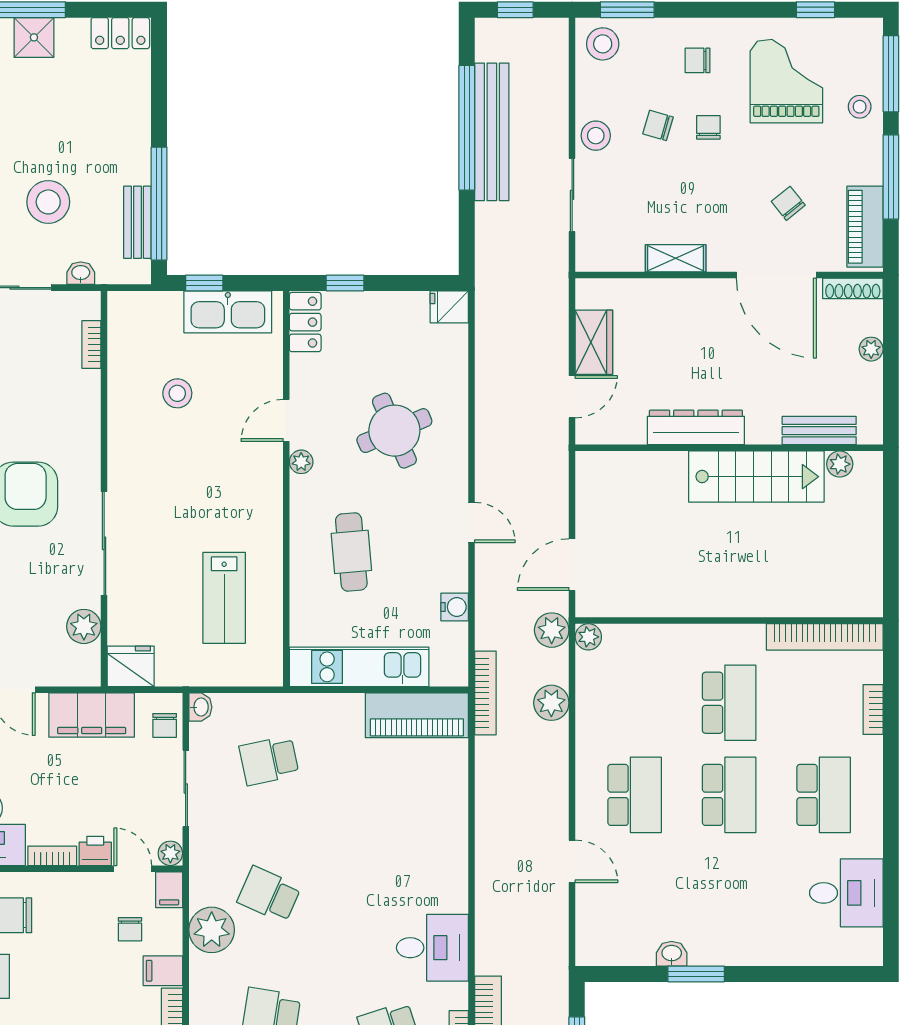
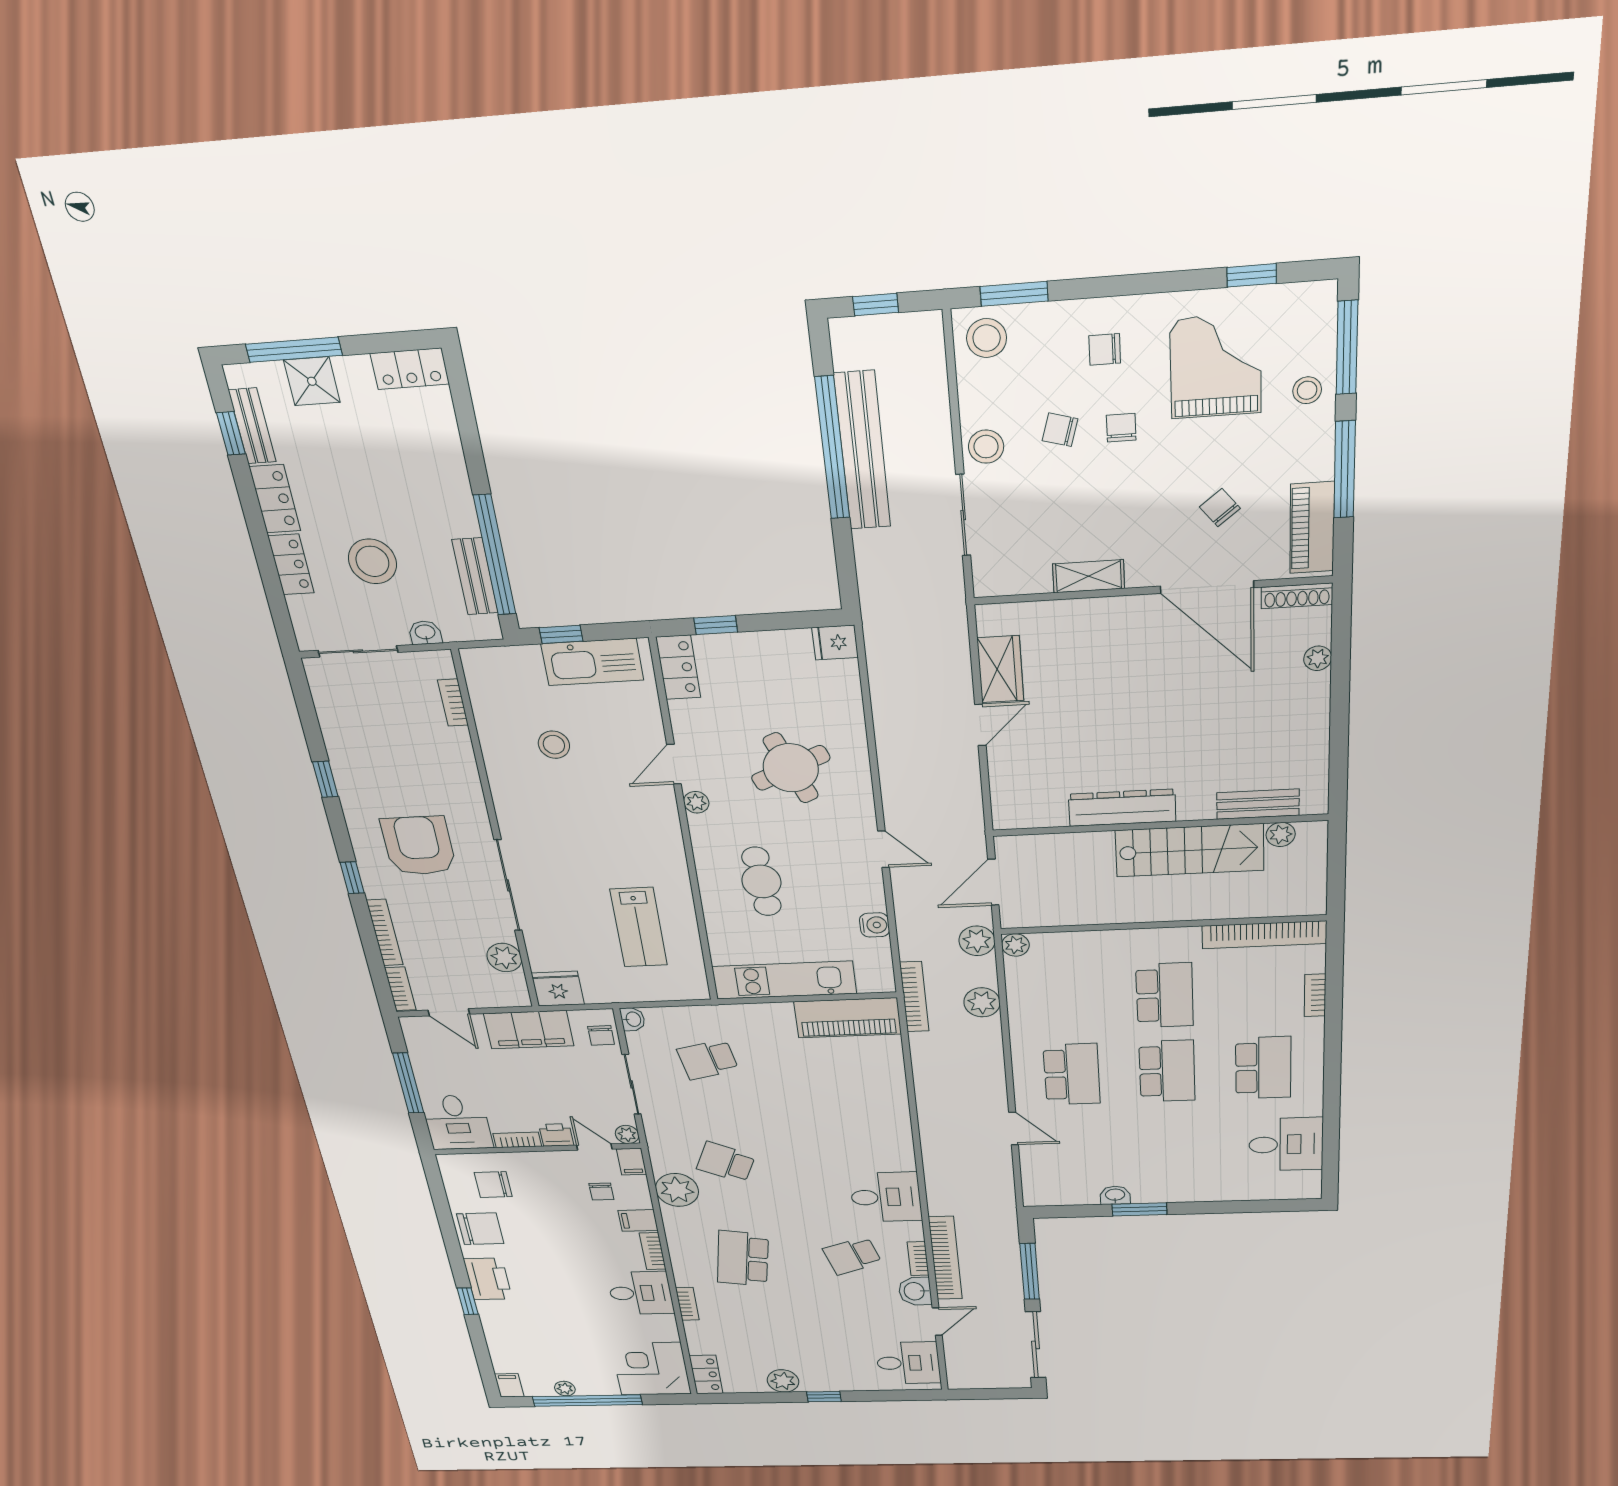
dresser: (696, 427) -> (1122, 808), moved
bench: (819, 431) -> (1258, 804), moved
wall: (729, 448) -> (1159, 825), moved
plant: (840, 464) -> (1281, 834), moved
stairs: (756, 477) -> (1190, 850), moved

